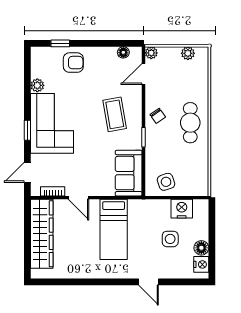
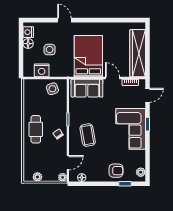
armchair: (73, 63) -> (116, 171), turned 180
plant: (37, 85) -> (141, 172), moved
sofa: (129, 173) -> (87, 88), moved, turned 90
bed: (114, 229) -> (88, 56), width x1.50

